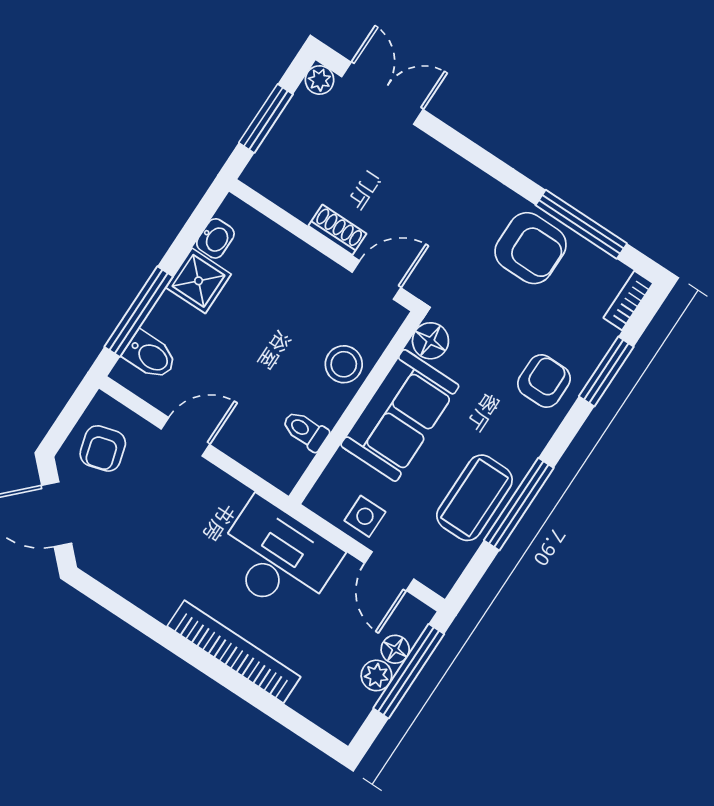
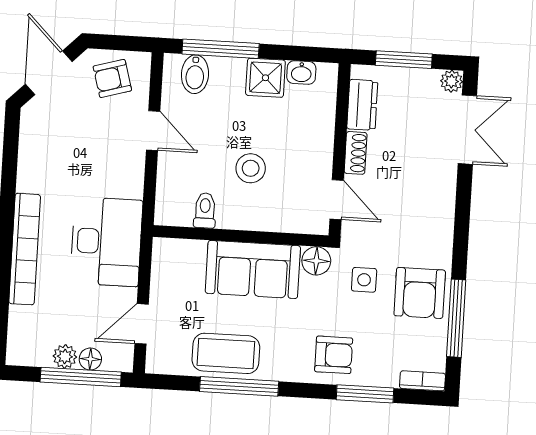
dresser: (289, 192) -> (362, 105), added
stool: (344, 364) -> (251, 168), moved
side table: (365, 516) -> (364, 280), moved

